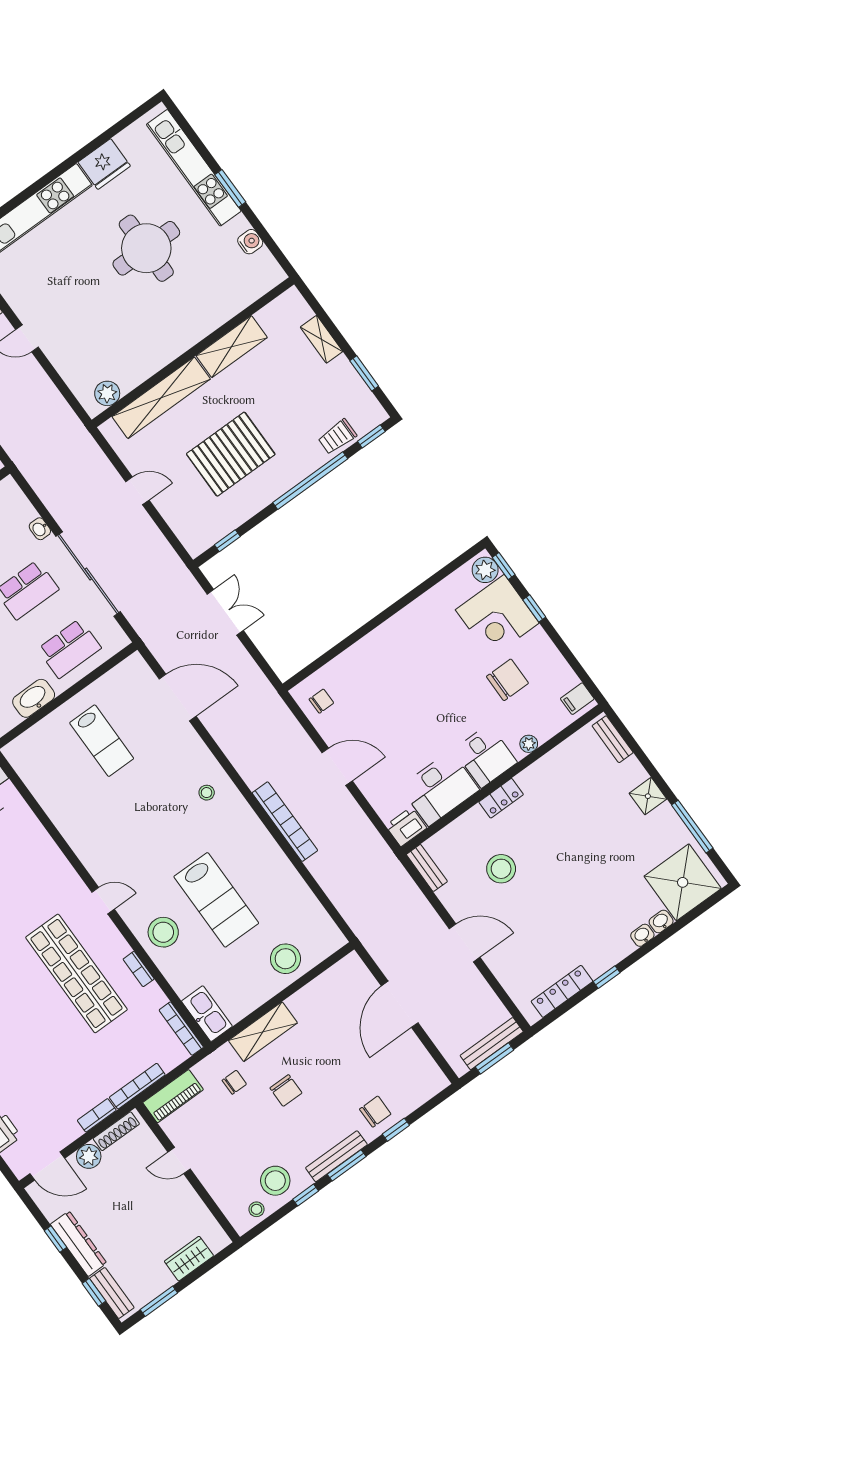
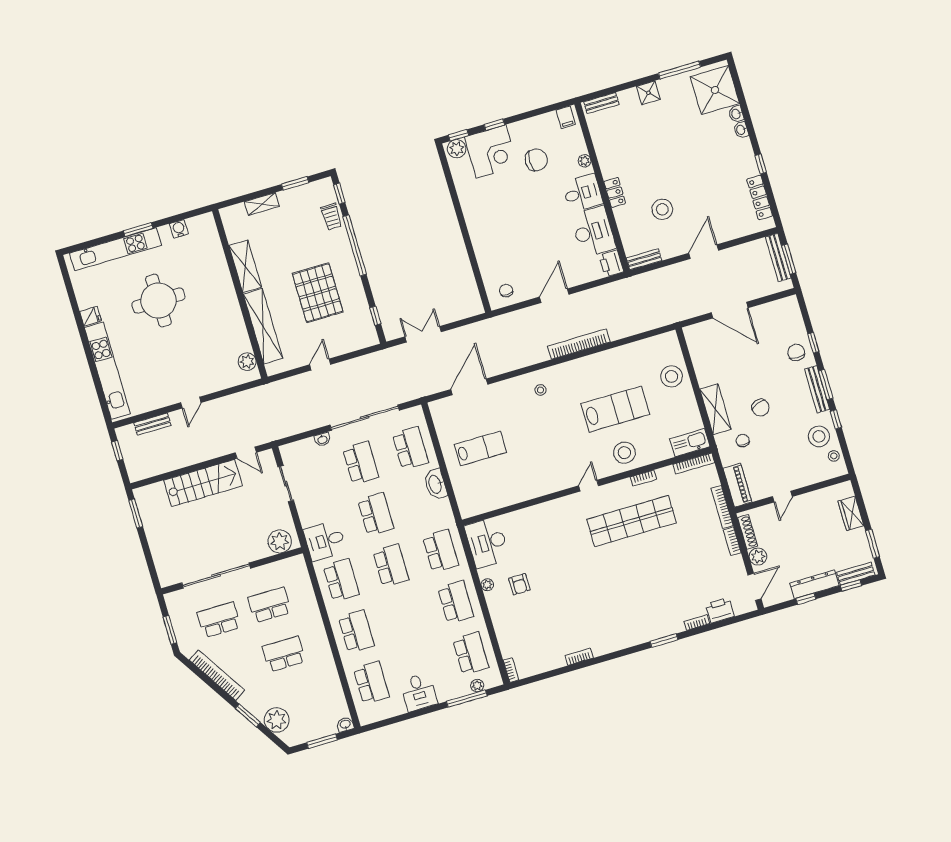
fridge: (104, 164) -> (90, 316), width x0.53, depth x0.75
chair: (507, 680) -> (536, 160), turned 90
chair: (286, 1090) -> (761, 408), turned 70

